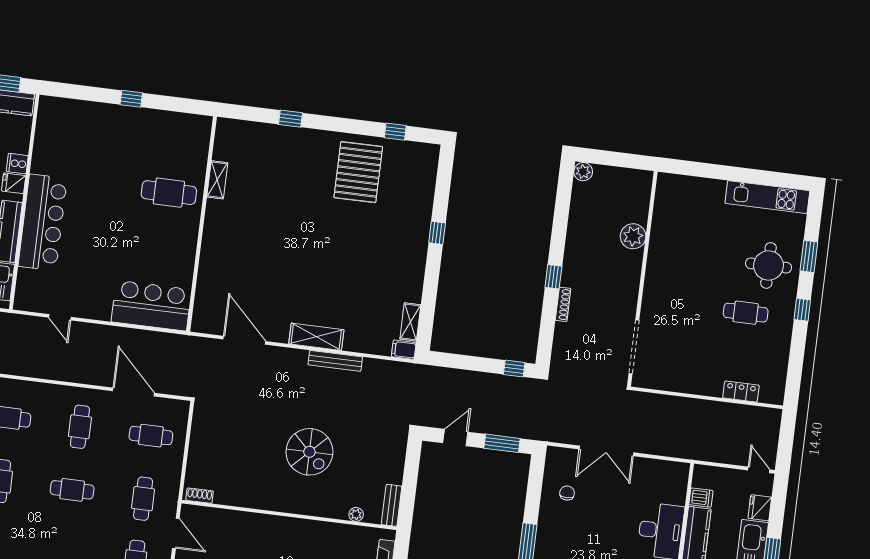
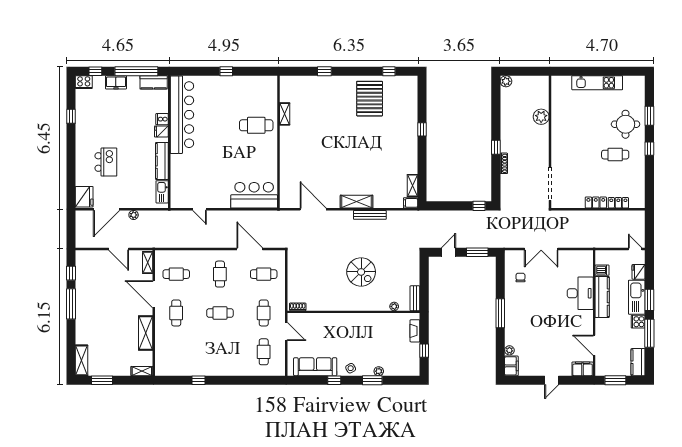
kitchen unit: (767, 197) -> (597, 83), moved
bar counter: (43, 222) -> (182, 115), moved, width x1.36
locker: (704, 387) -> (596, 202), added

